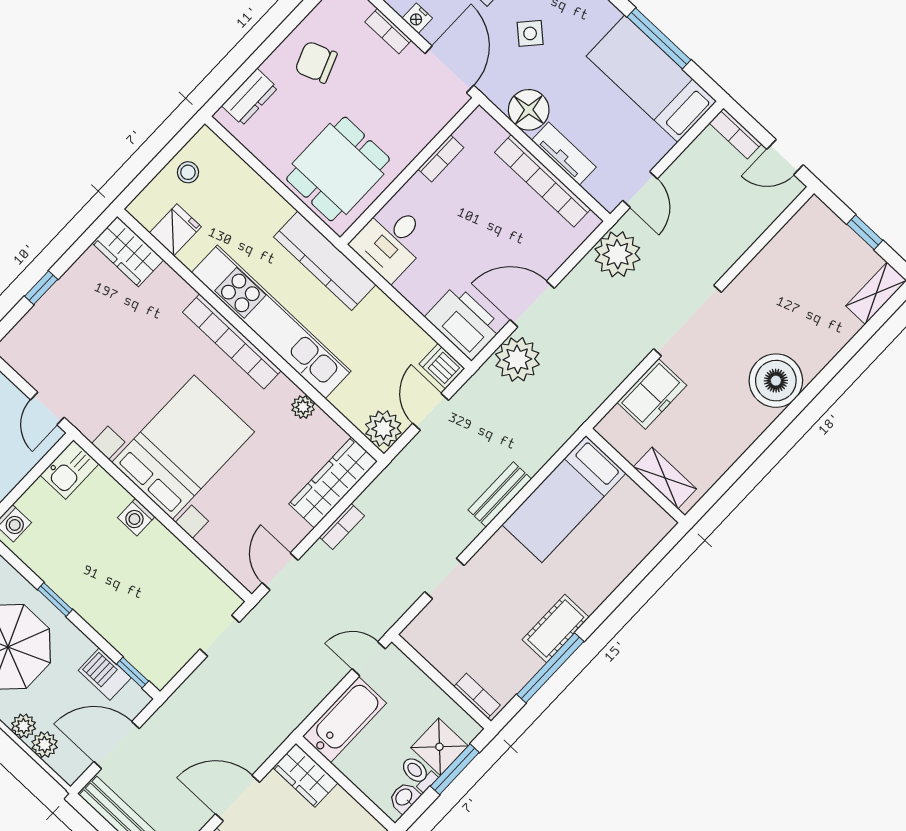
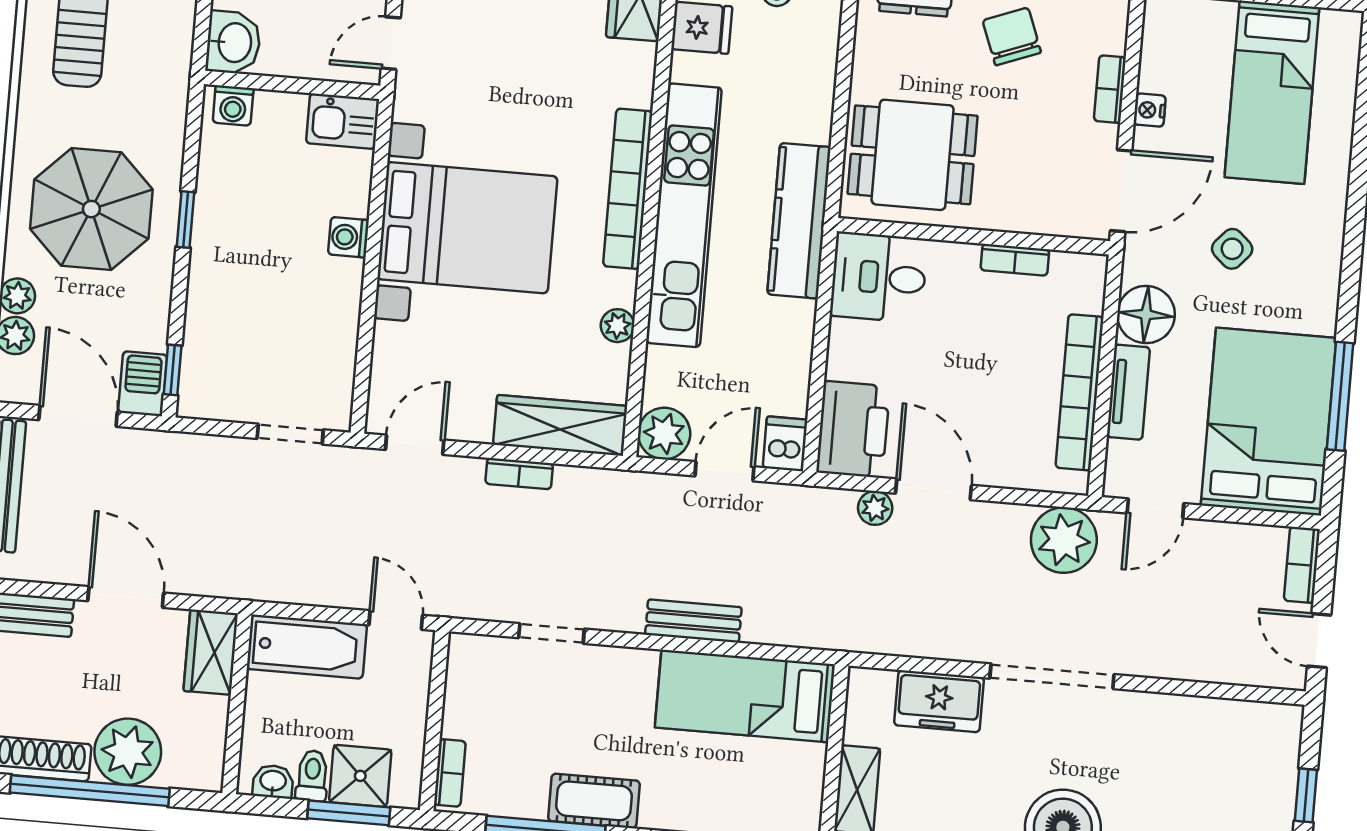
bed: (651, 79) -> (1269, 422), width x1.50
plant: (517, 359) -> (875, 508), width x0.53, depth x0.53
barbecue: (105, 674) -> (143, 384), moved

